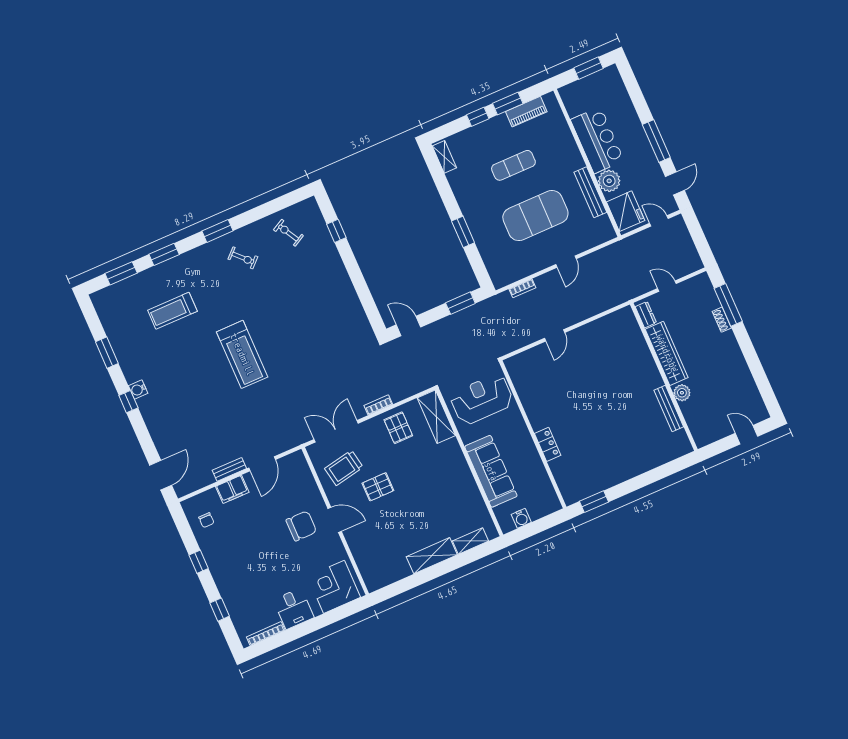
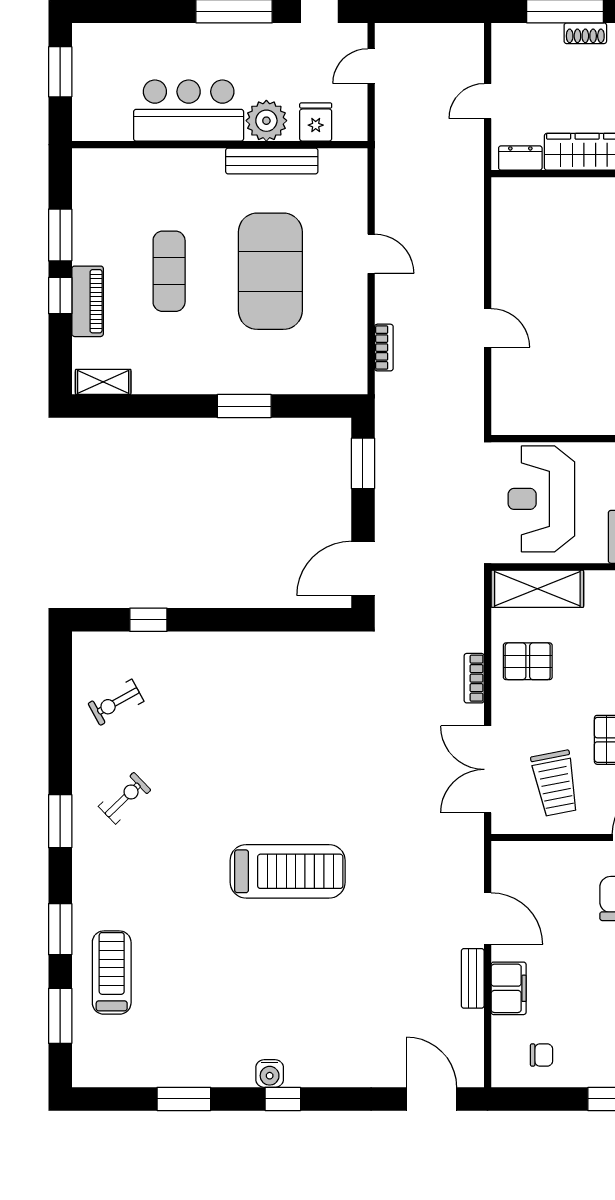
piano: (526, 112) -> (88, 301), moved
fridge: (626, 211) -> (316, 122), width x0.53, depth x0.75
treadmill: (172, 311) -> (112, 973), moved, turned 180
door: (408, 326) -> (363, 568), width x1.38

